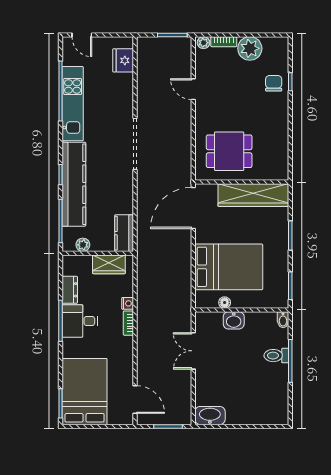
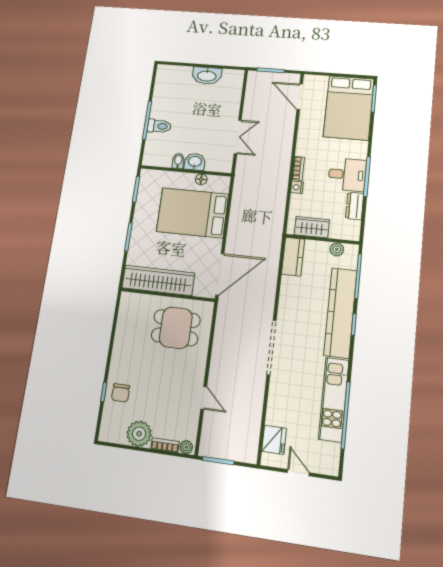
door: (82, 35) -> (298, 473), moved
bidet: (283, 320) -> (178, 161), moved
washbasin: (210, 416) -> (207, 76), moved

